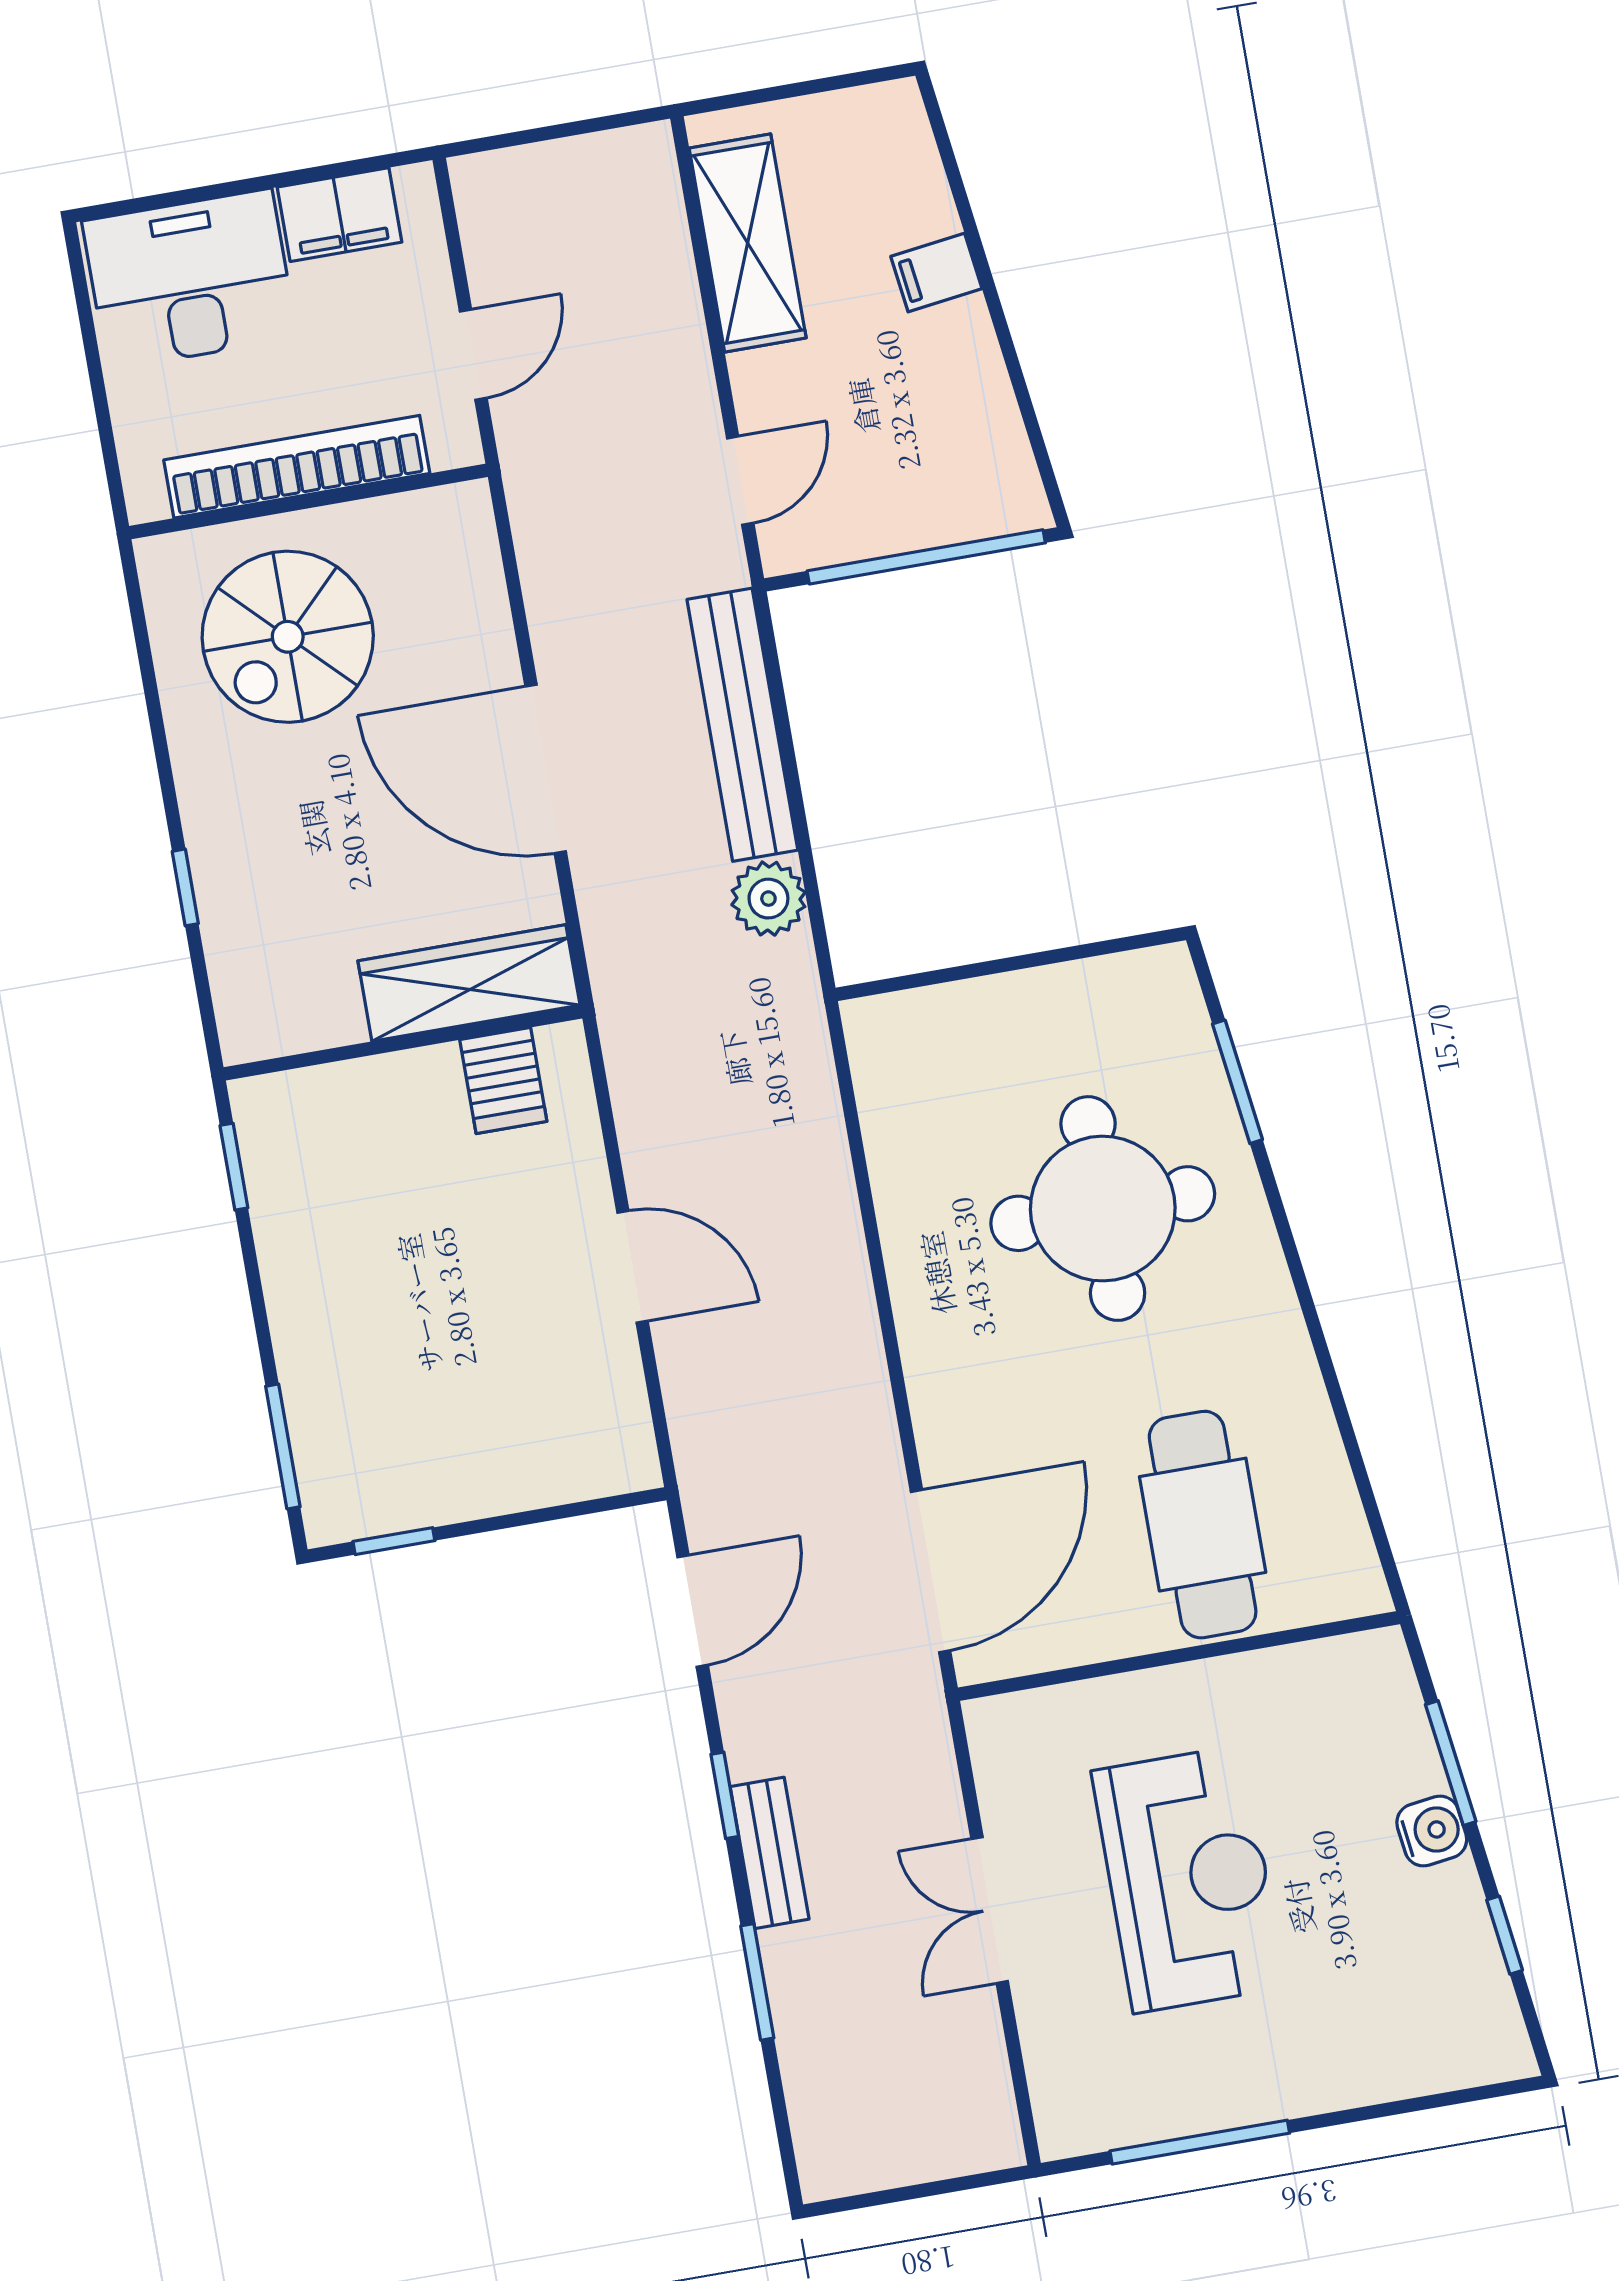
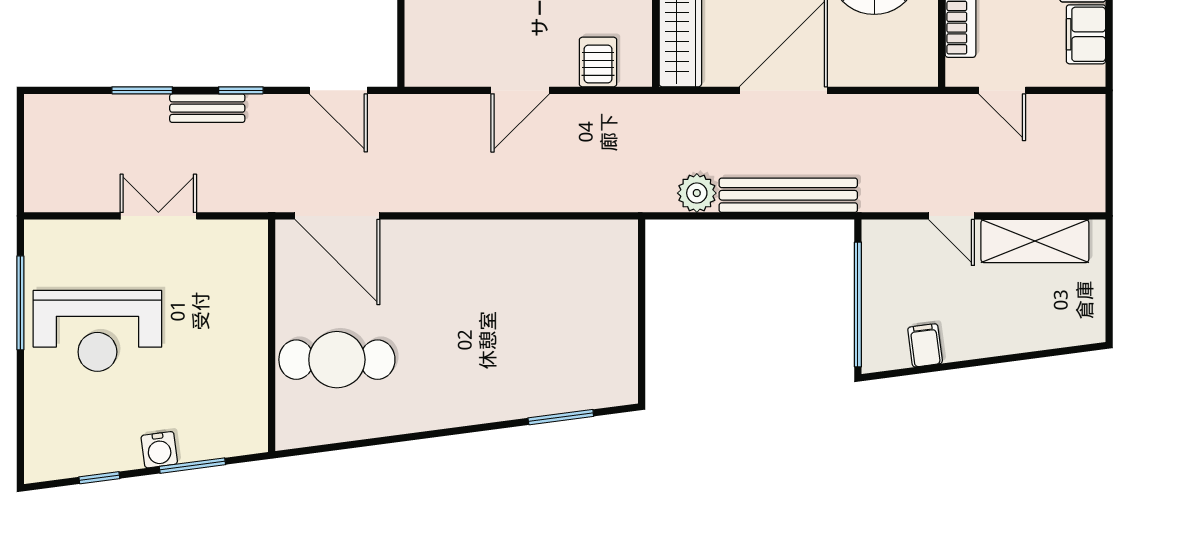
filing cabinet: (936, 273) -> (925, 345), moved
door: (740, 481) -> (951, 216), moved
server rack: (503, 1081) -> (598, 62), moved, turned 90
round table: (1103, 1209) -> (508, 337), removed
reception desk: (1188, 1879) -> (97, 331), moved

